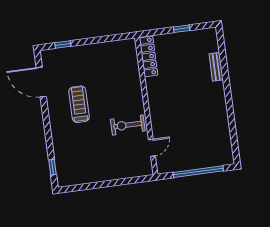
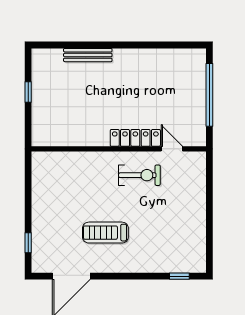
locker: (148, 56) -> (135, 138), moved
bench: (216, 67) -> (88, 55), width x1.36
exercise bike: (128, 125) -> (139, 175), turned -90

